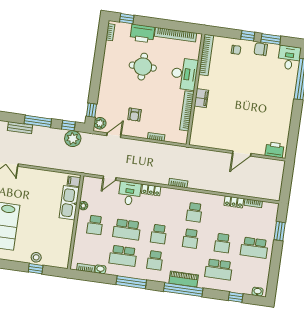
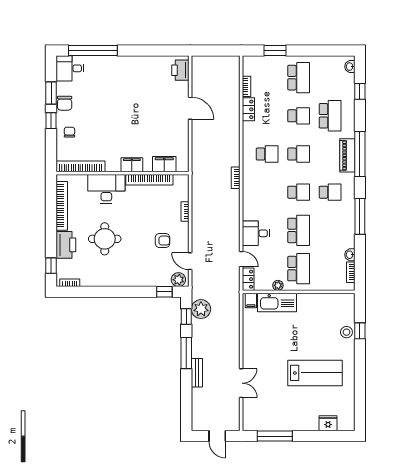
filing cabinet: (198, 125) -> (164, 164), added
locker: (151, 190) -> (248, 279), moved
school desk: (95, 225) -> (299, 269), width x1.85
school desk: (123, 256) -> (330, 230), removed

